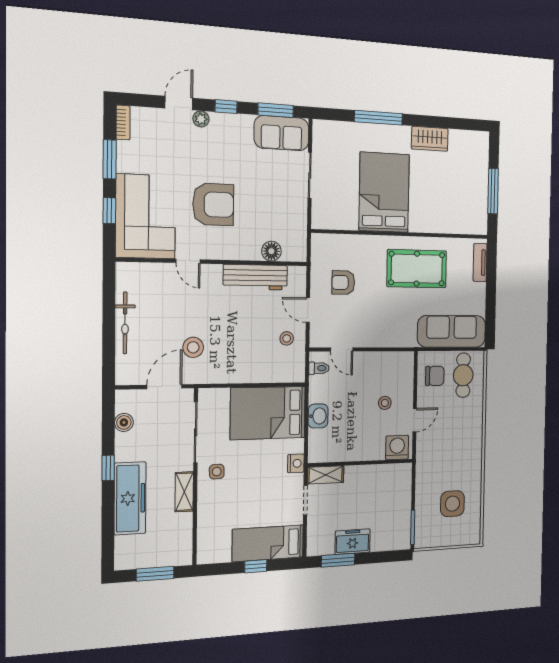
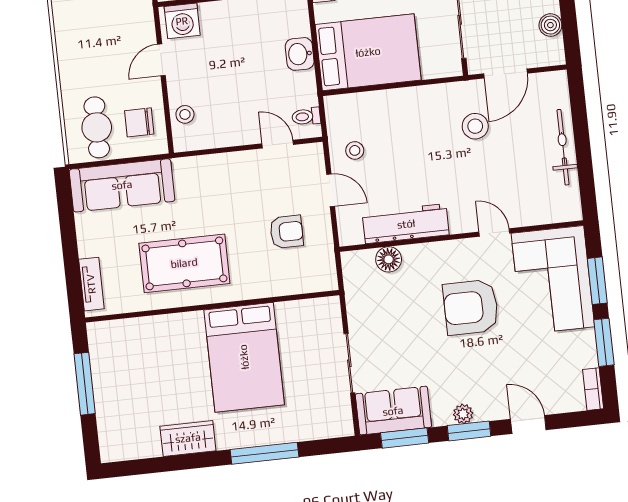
door: (179, 103) -> (528, 425), swing flipped
window: (226, 107) -> (469, 431), width x1.50
plant: (201, 119) -> (463, 414), moved
window: (109, 211) -> (597, 281), width x1.50
stool: (385, 403) -> (185, 114), moved

